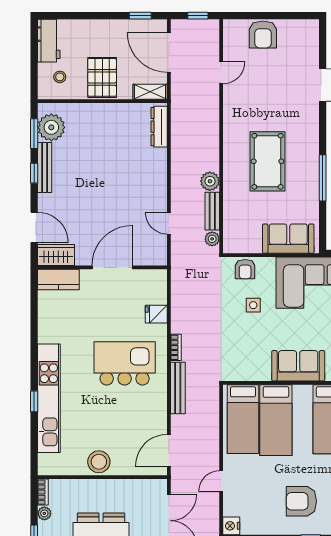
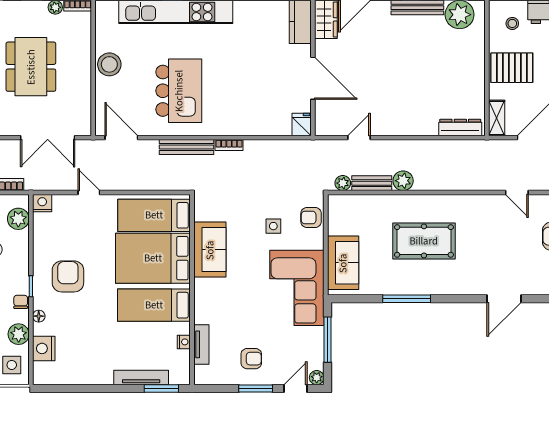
fridge: (156, 314) -> (302, 124), moved
kitchen island: (125, 363) -> (179, 91), moved
sofa: (298, 366) -> (210, 250), moved
bed: (276, 420) -> (153, 258), width x1.50

